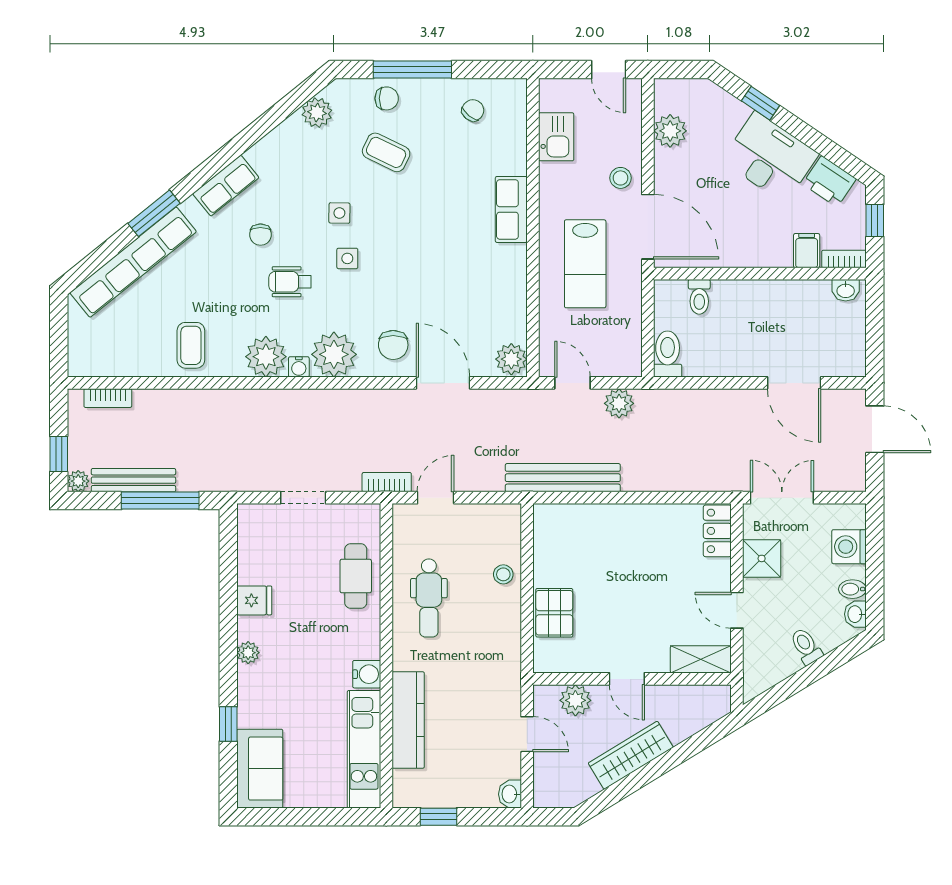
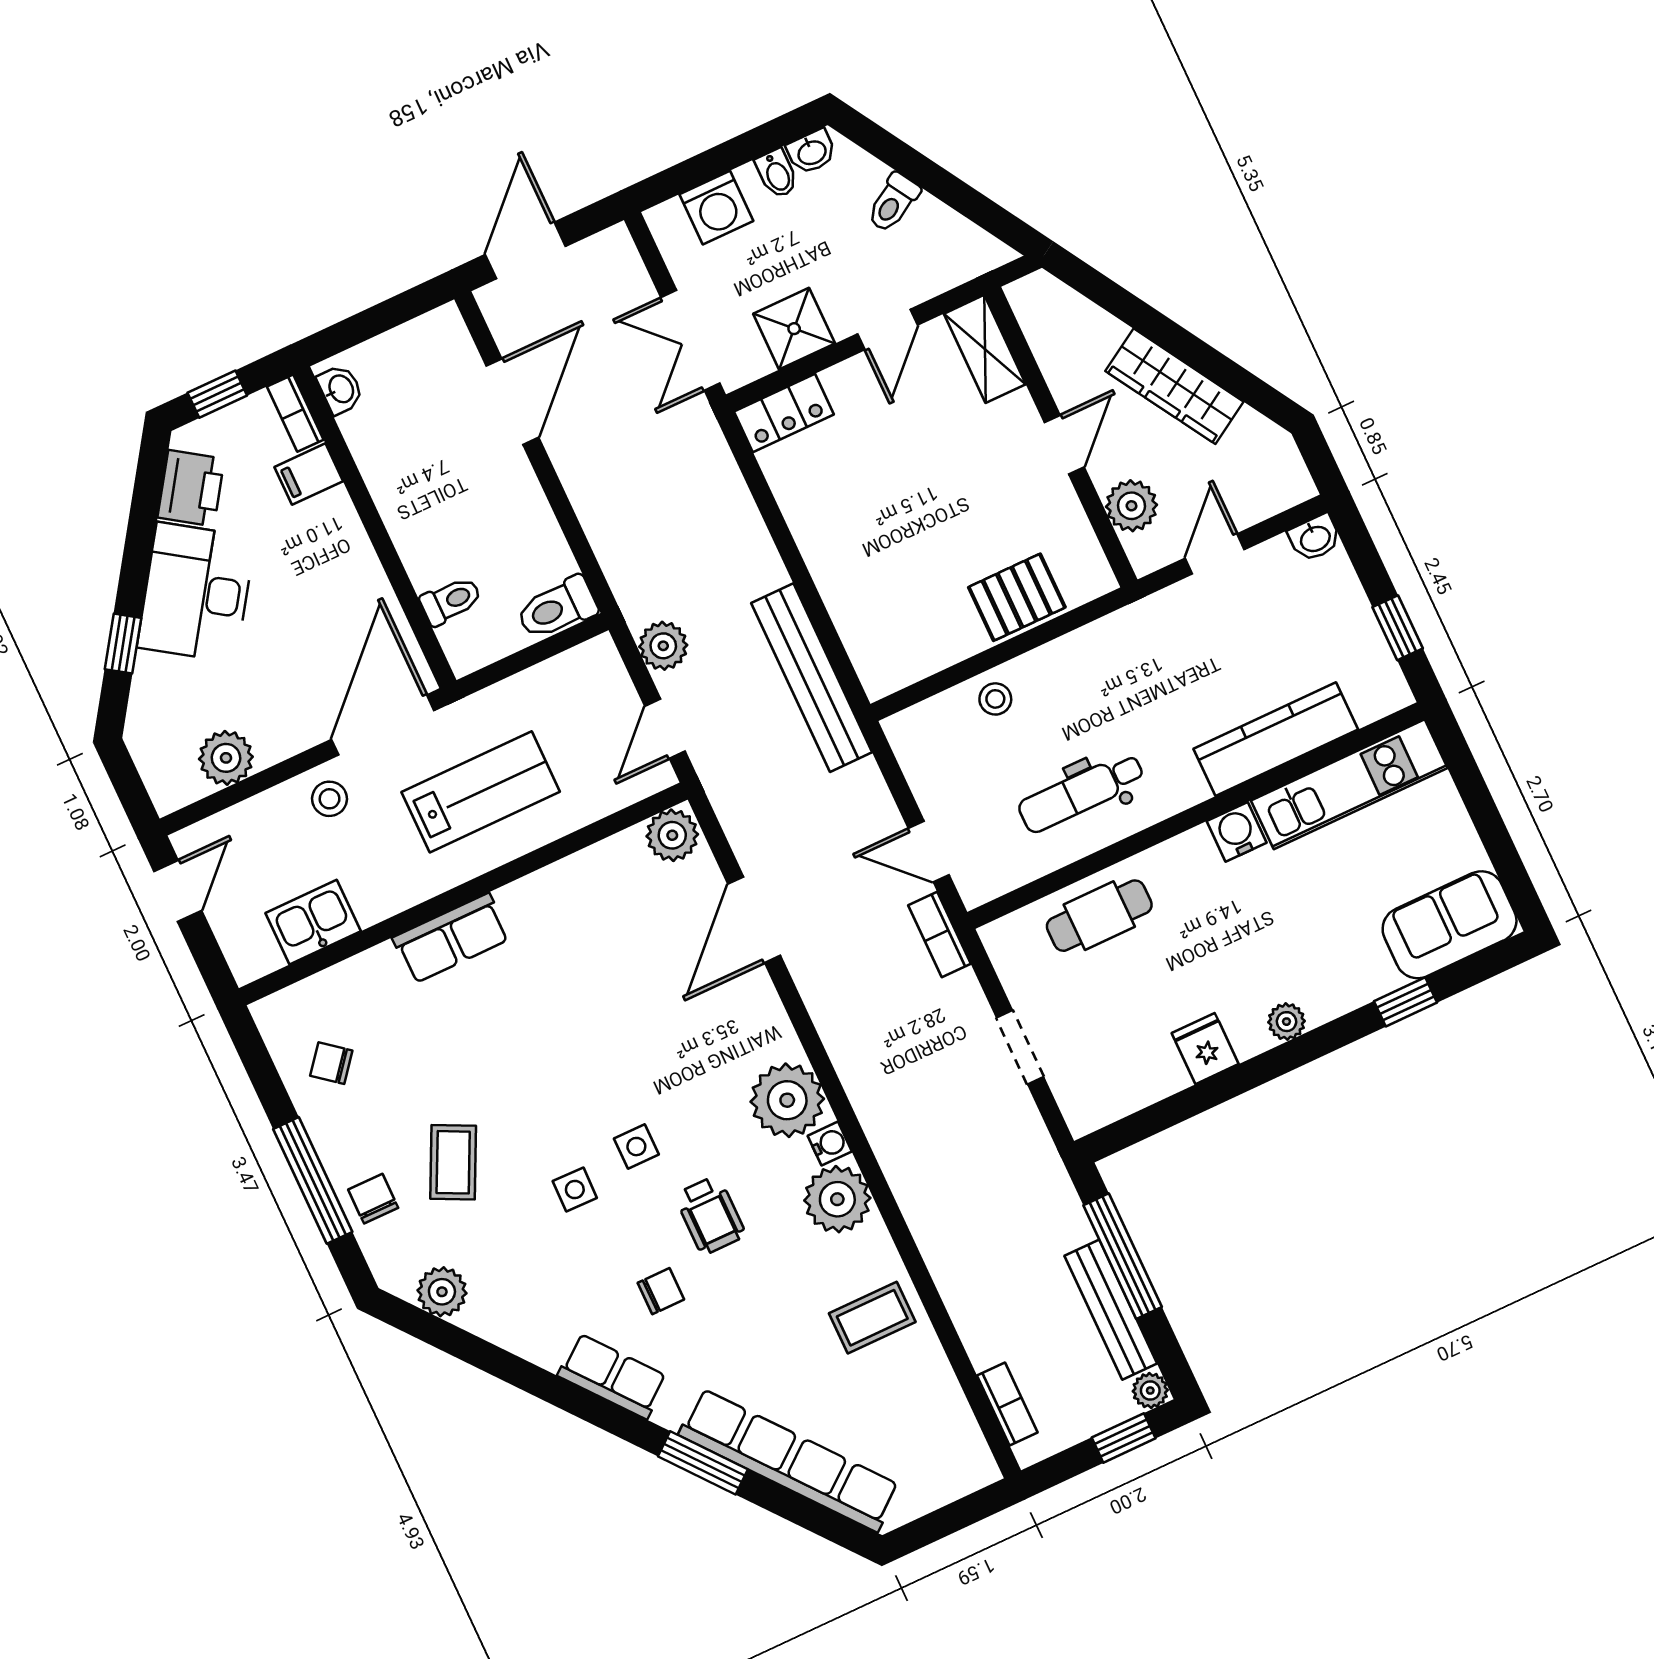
chair: (393, 345) -> (732, 1019), removed
dental chair: (429, 598) -> (1081, 793), turned 180

